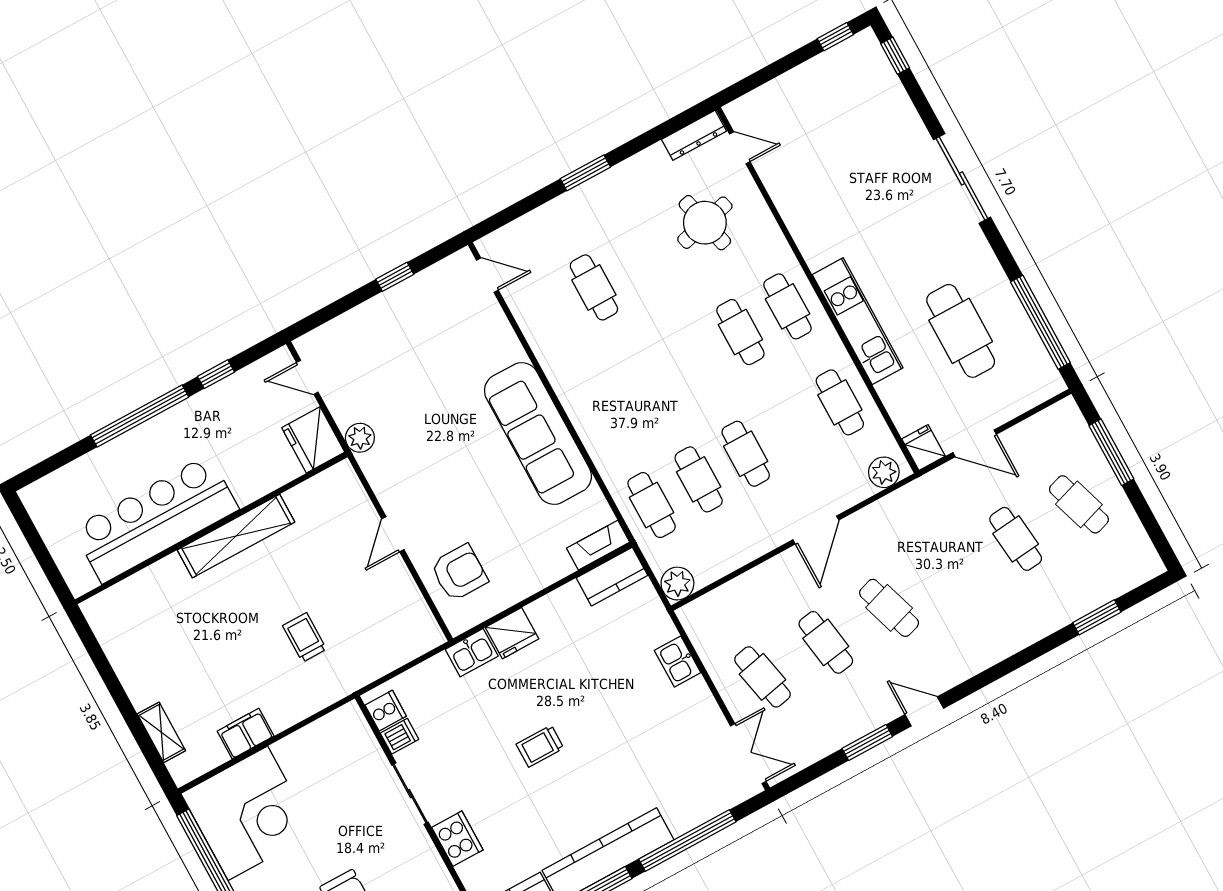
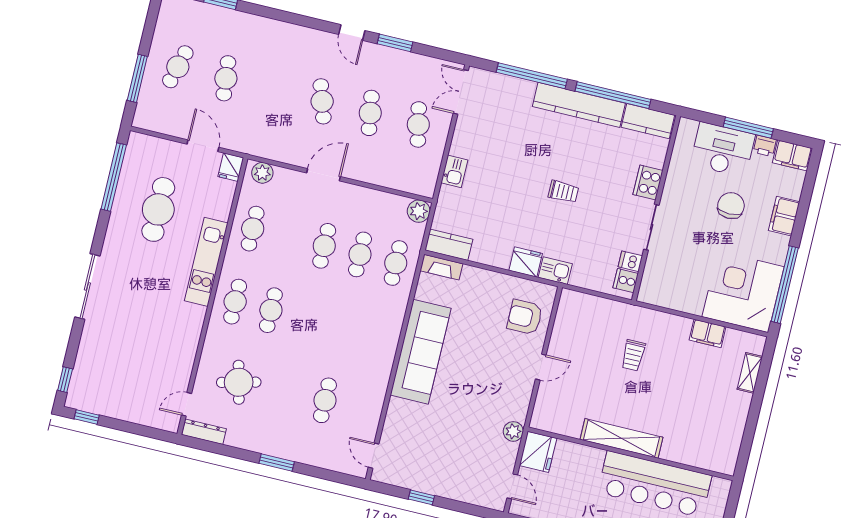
door: (740, 148) -> (186, 404), hinge flipped
cafe table: (1079, 504) -> (178, 67), turned 33

